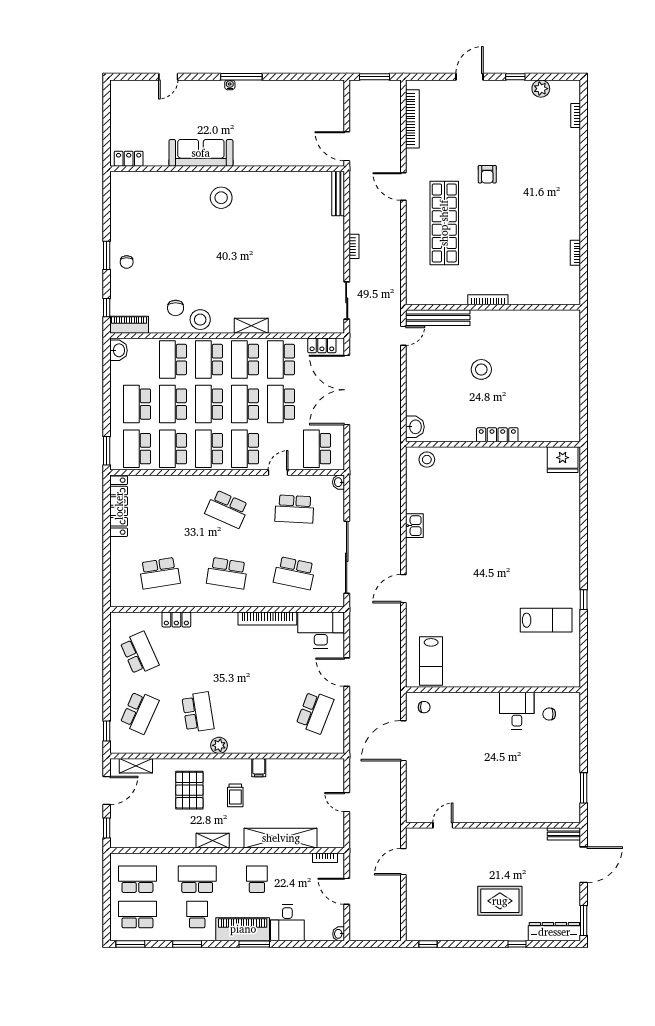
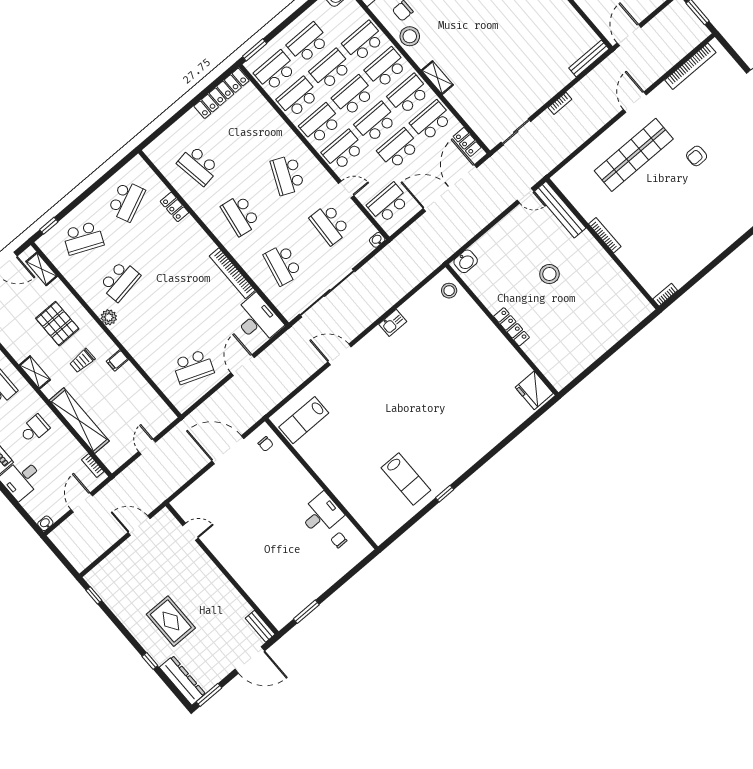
bookcase: (575, 253) -> (665, 295), moved
pallet: (189, 790) -> (57, 324), turned 90

